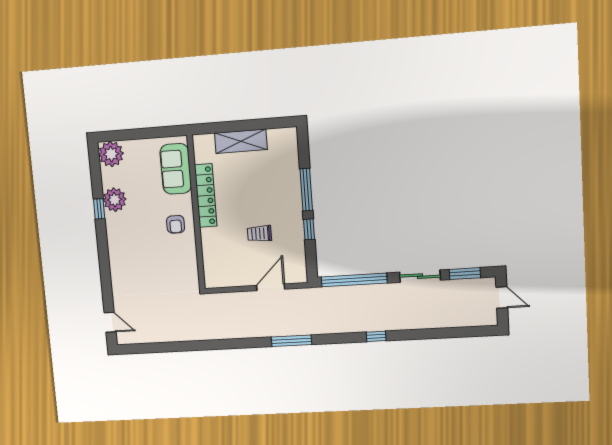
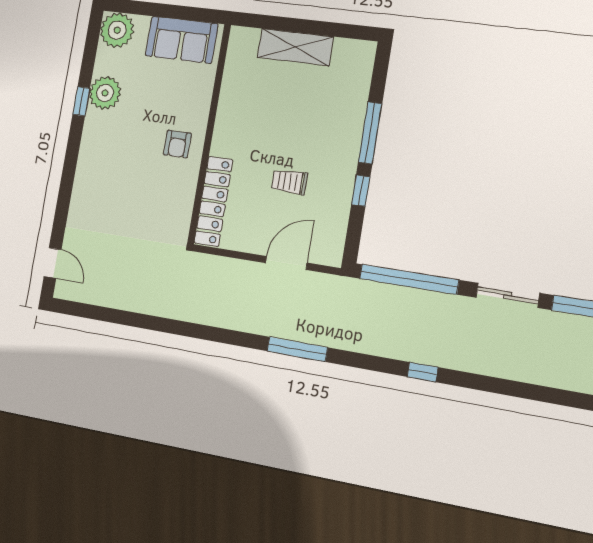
sofa: (176, 169) -> (182, 40), moved, turned -90
locker: (206, 196) -> (213, 201), moved

